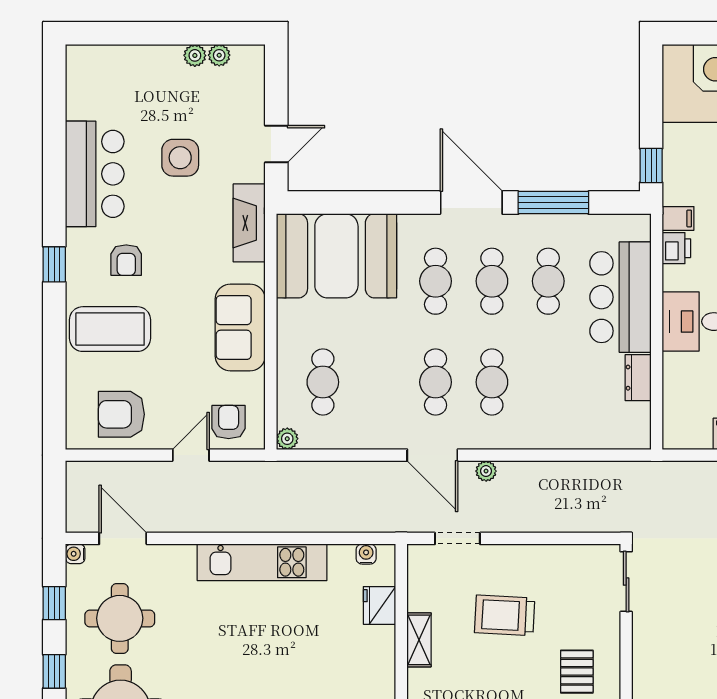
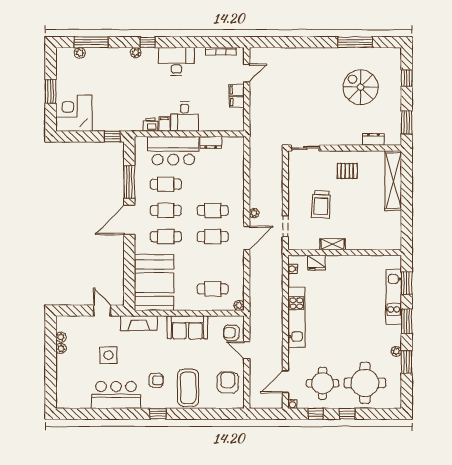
filing cabinet: (678, 218) -> (164, 124), moved
armchair: (121, 414) -> (228, 383), turned 180

